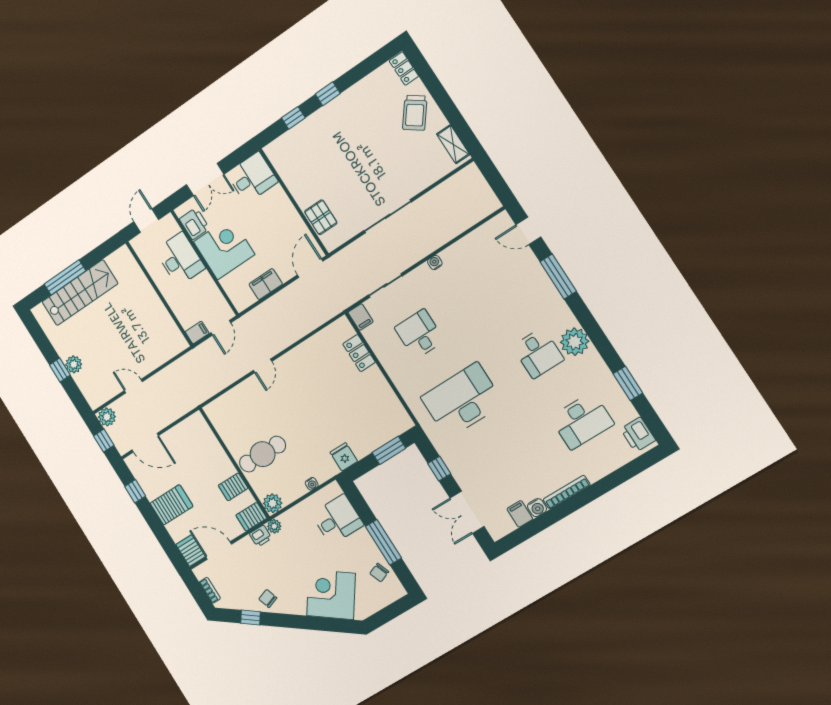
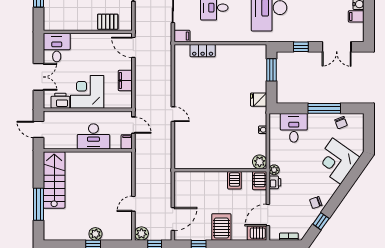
desk: (180, 259) -> (93, 136), moved, turned 180
stairs: (80, 293) -> (54, 180), moved
cafe table: (263, 454) -> (226, 149), removed

